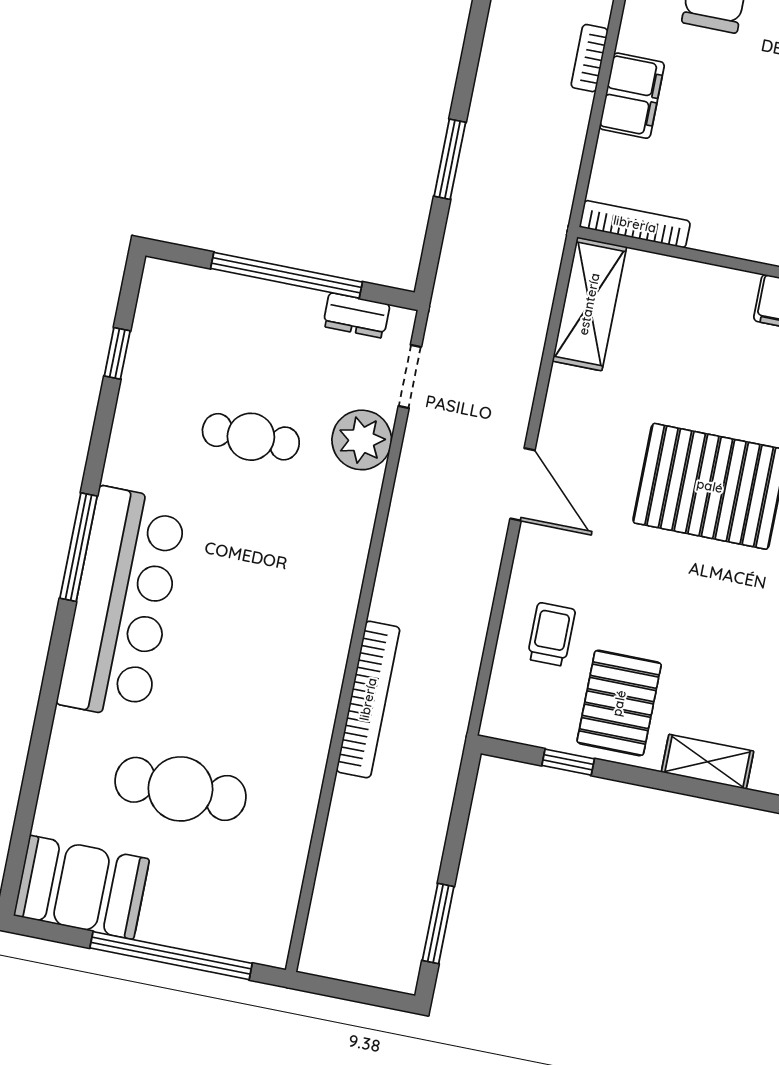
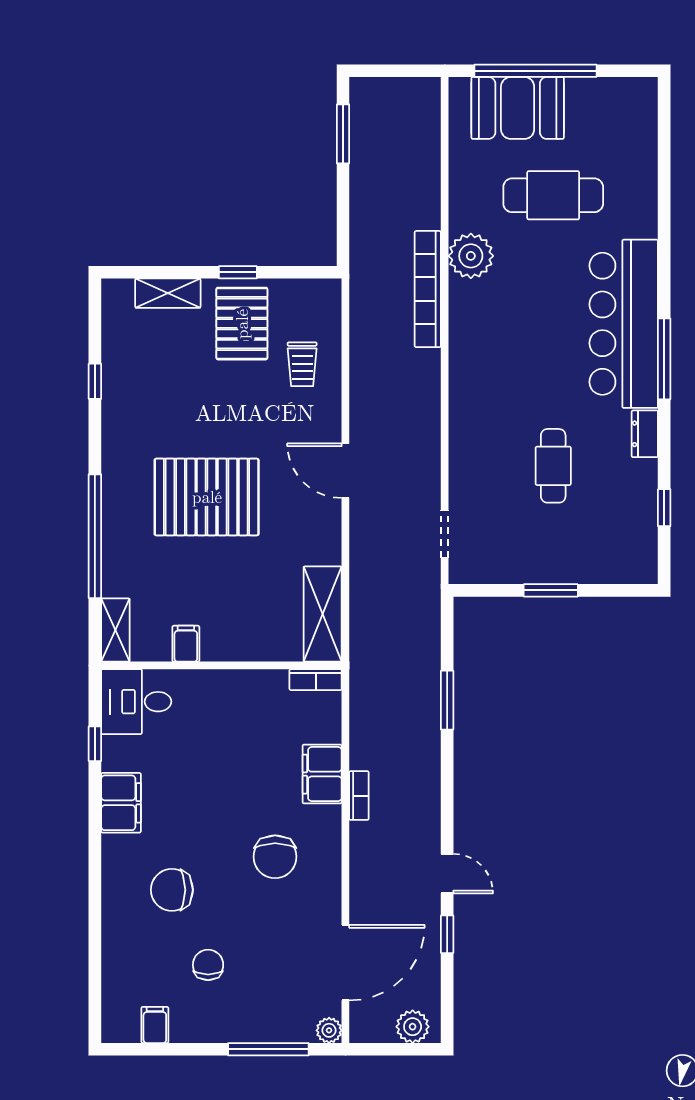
bookcase: (635, 224) -> (316, 680), width x0.64
window: (286, 275) -> (551, 590), width x0.47
dresser: (356, 315) -> (645, 434), moved, turned -90
cafe table: (251, 437) -> (553, 466), turned 90
plant: (362, 440) -> (471, 256), moved
window: (568, 762) -> (238, 272), moved
booth: (82, 887) -> (518, 108), moved

